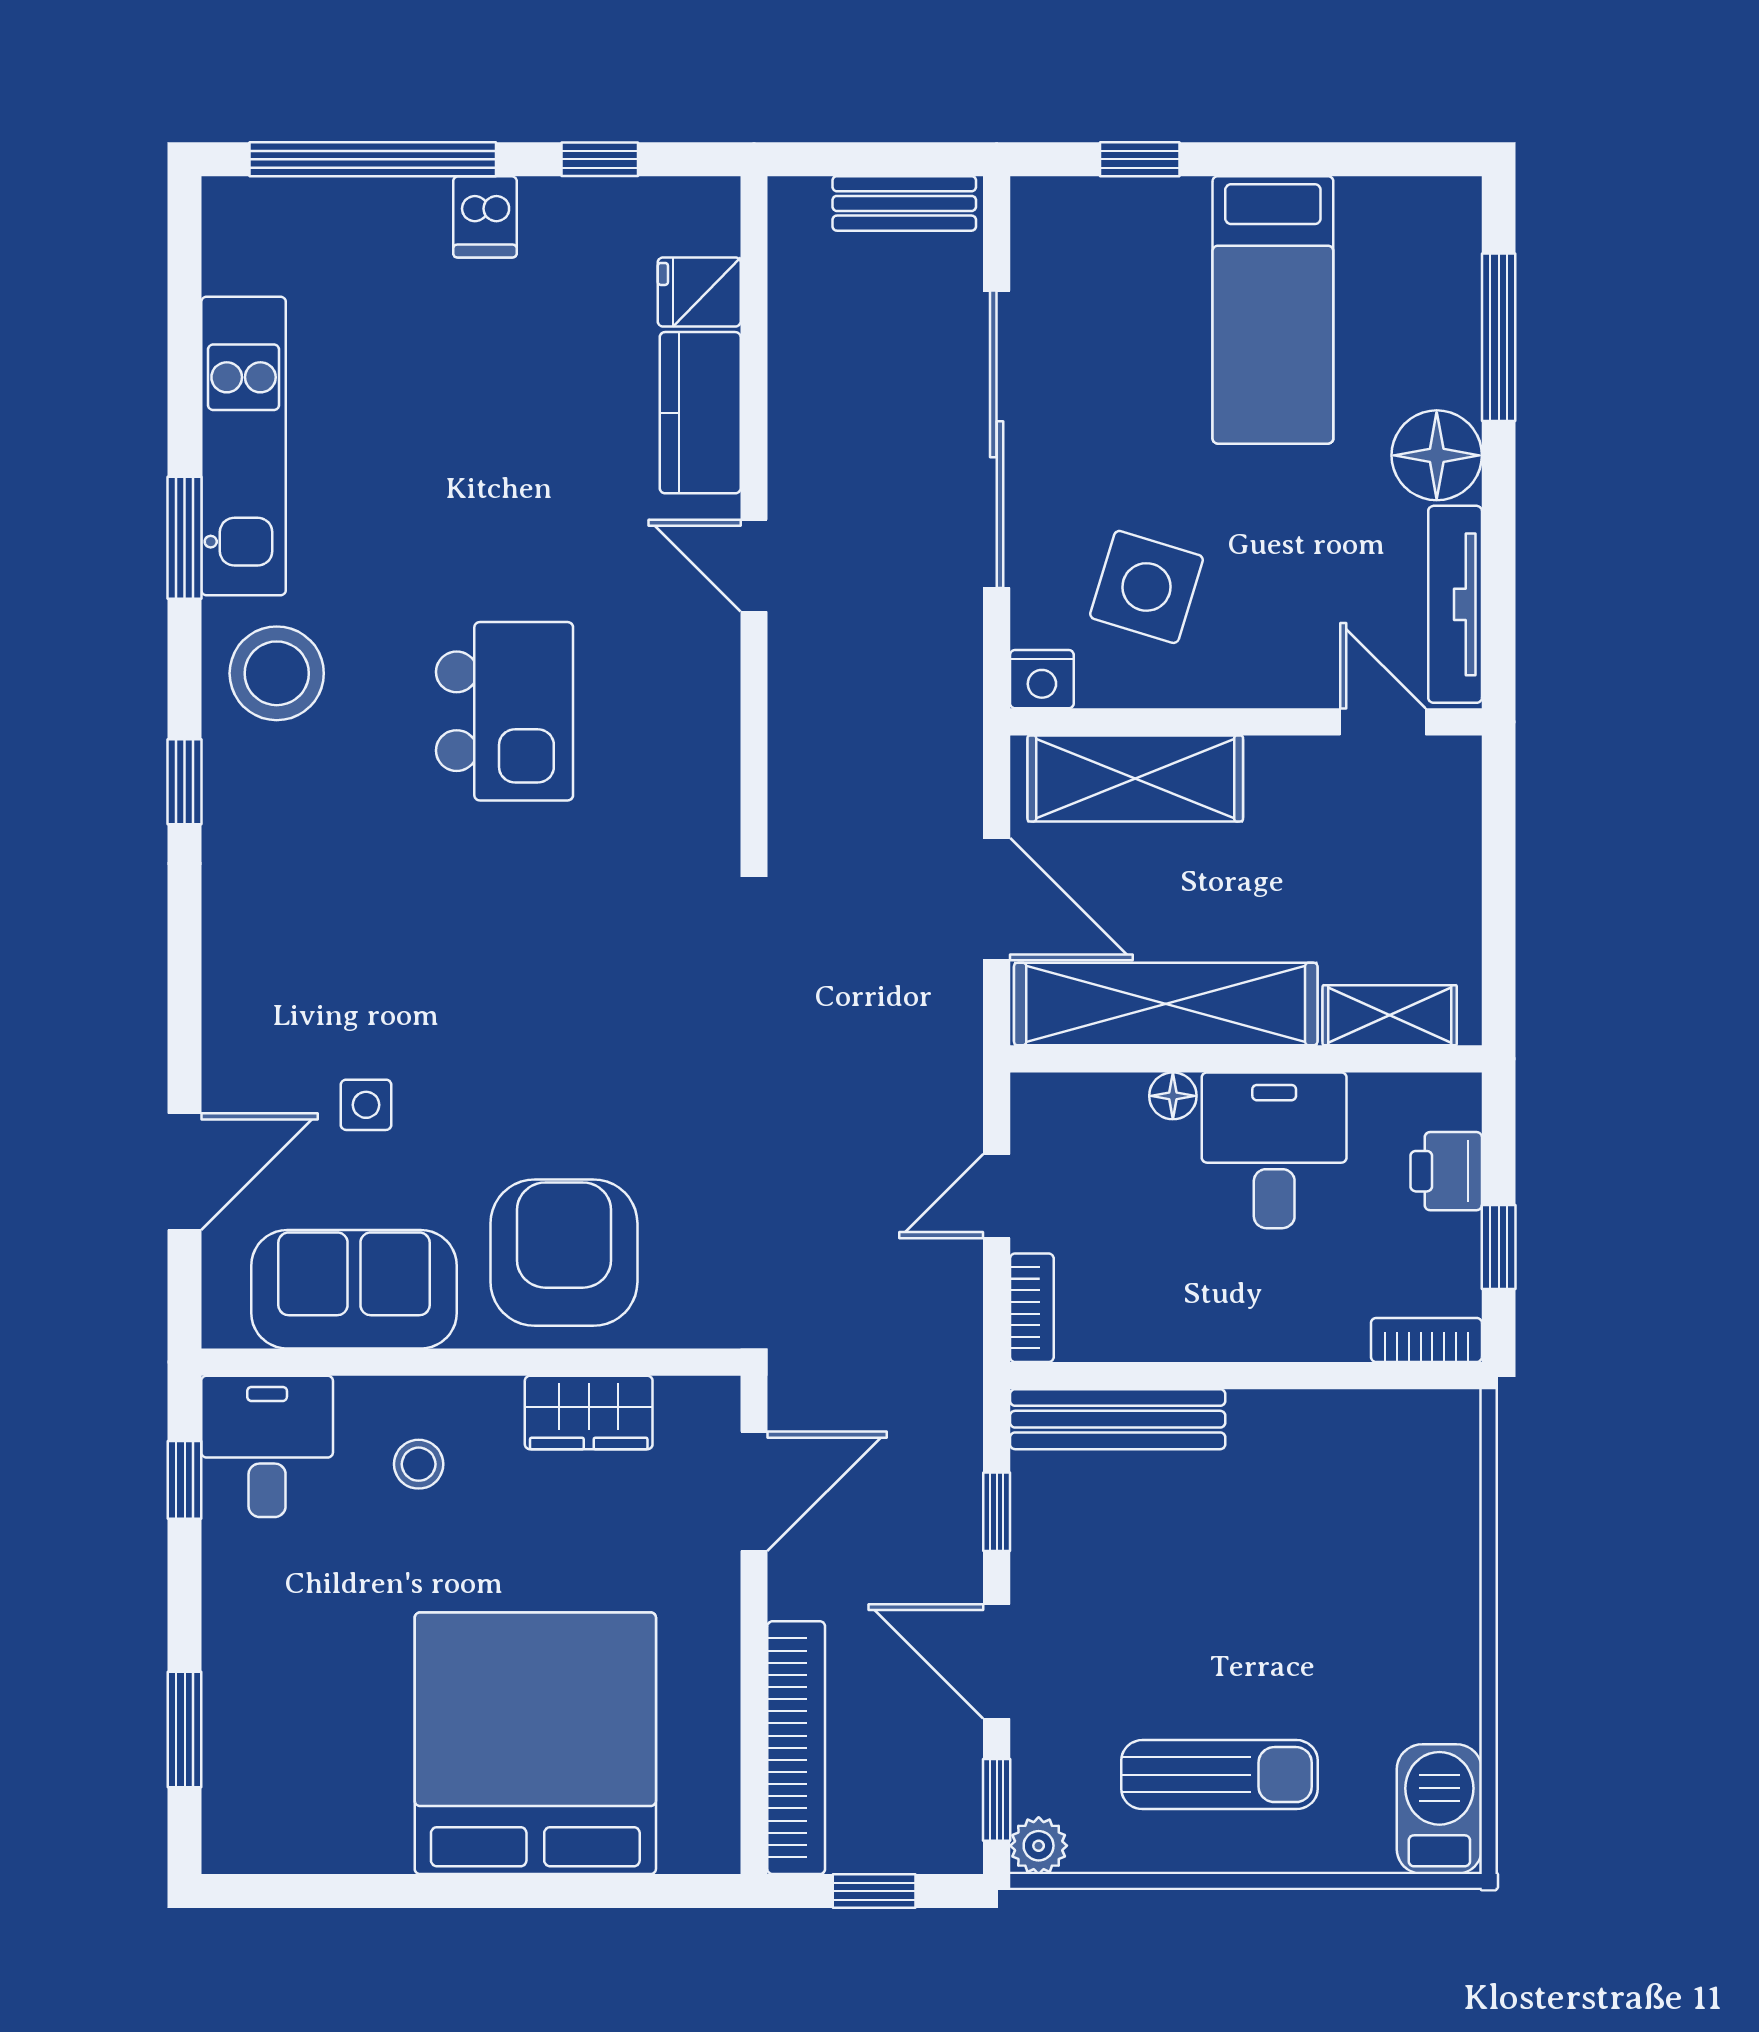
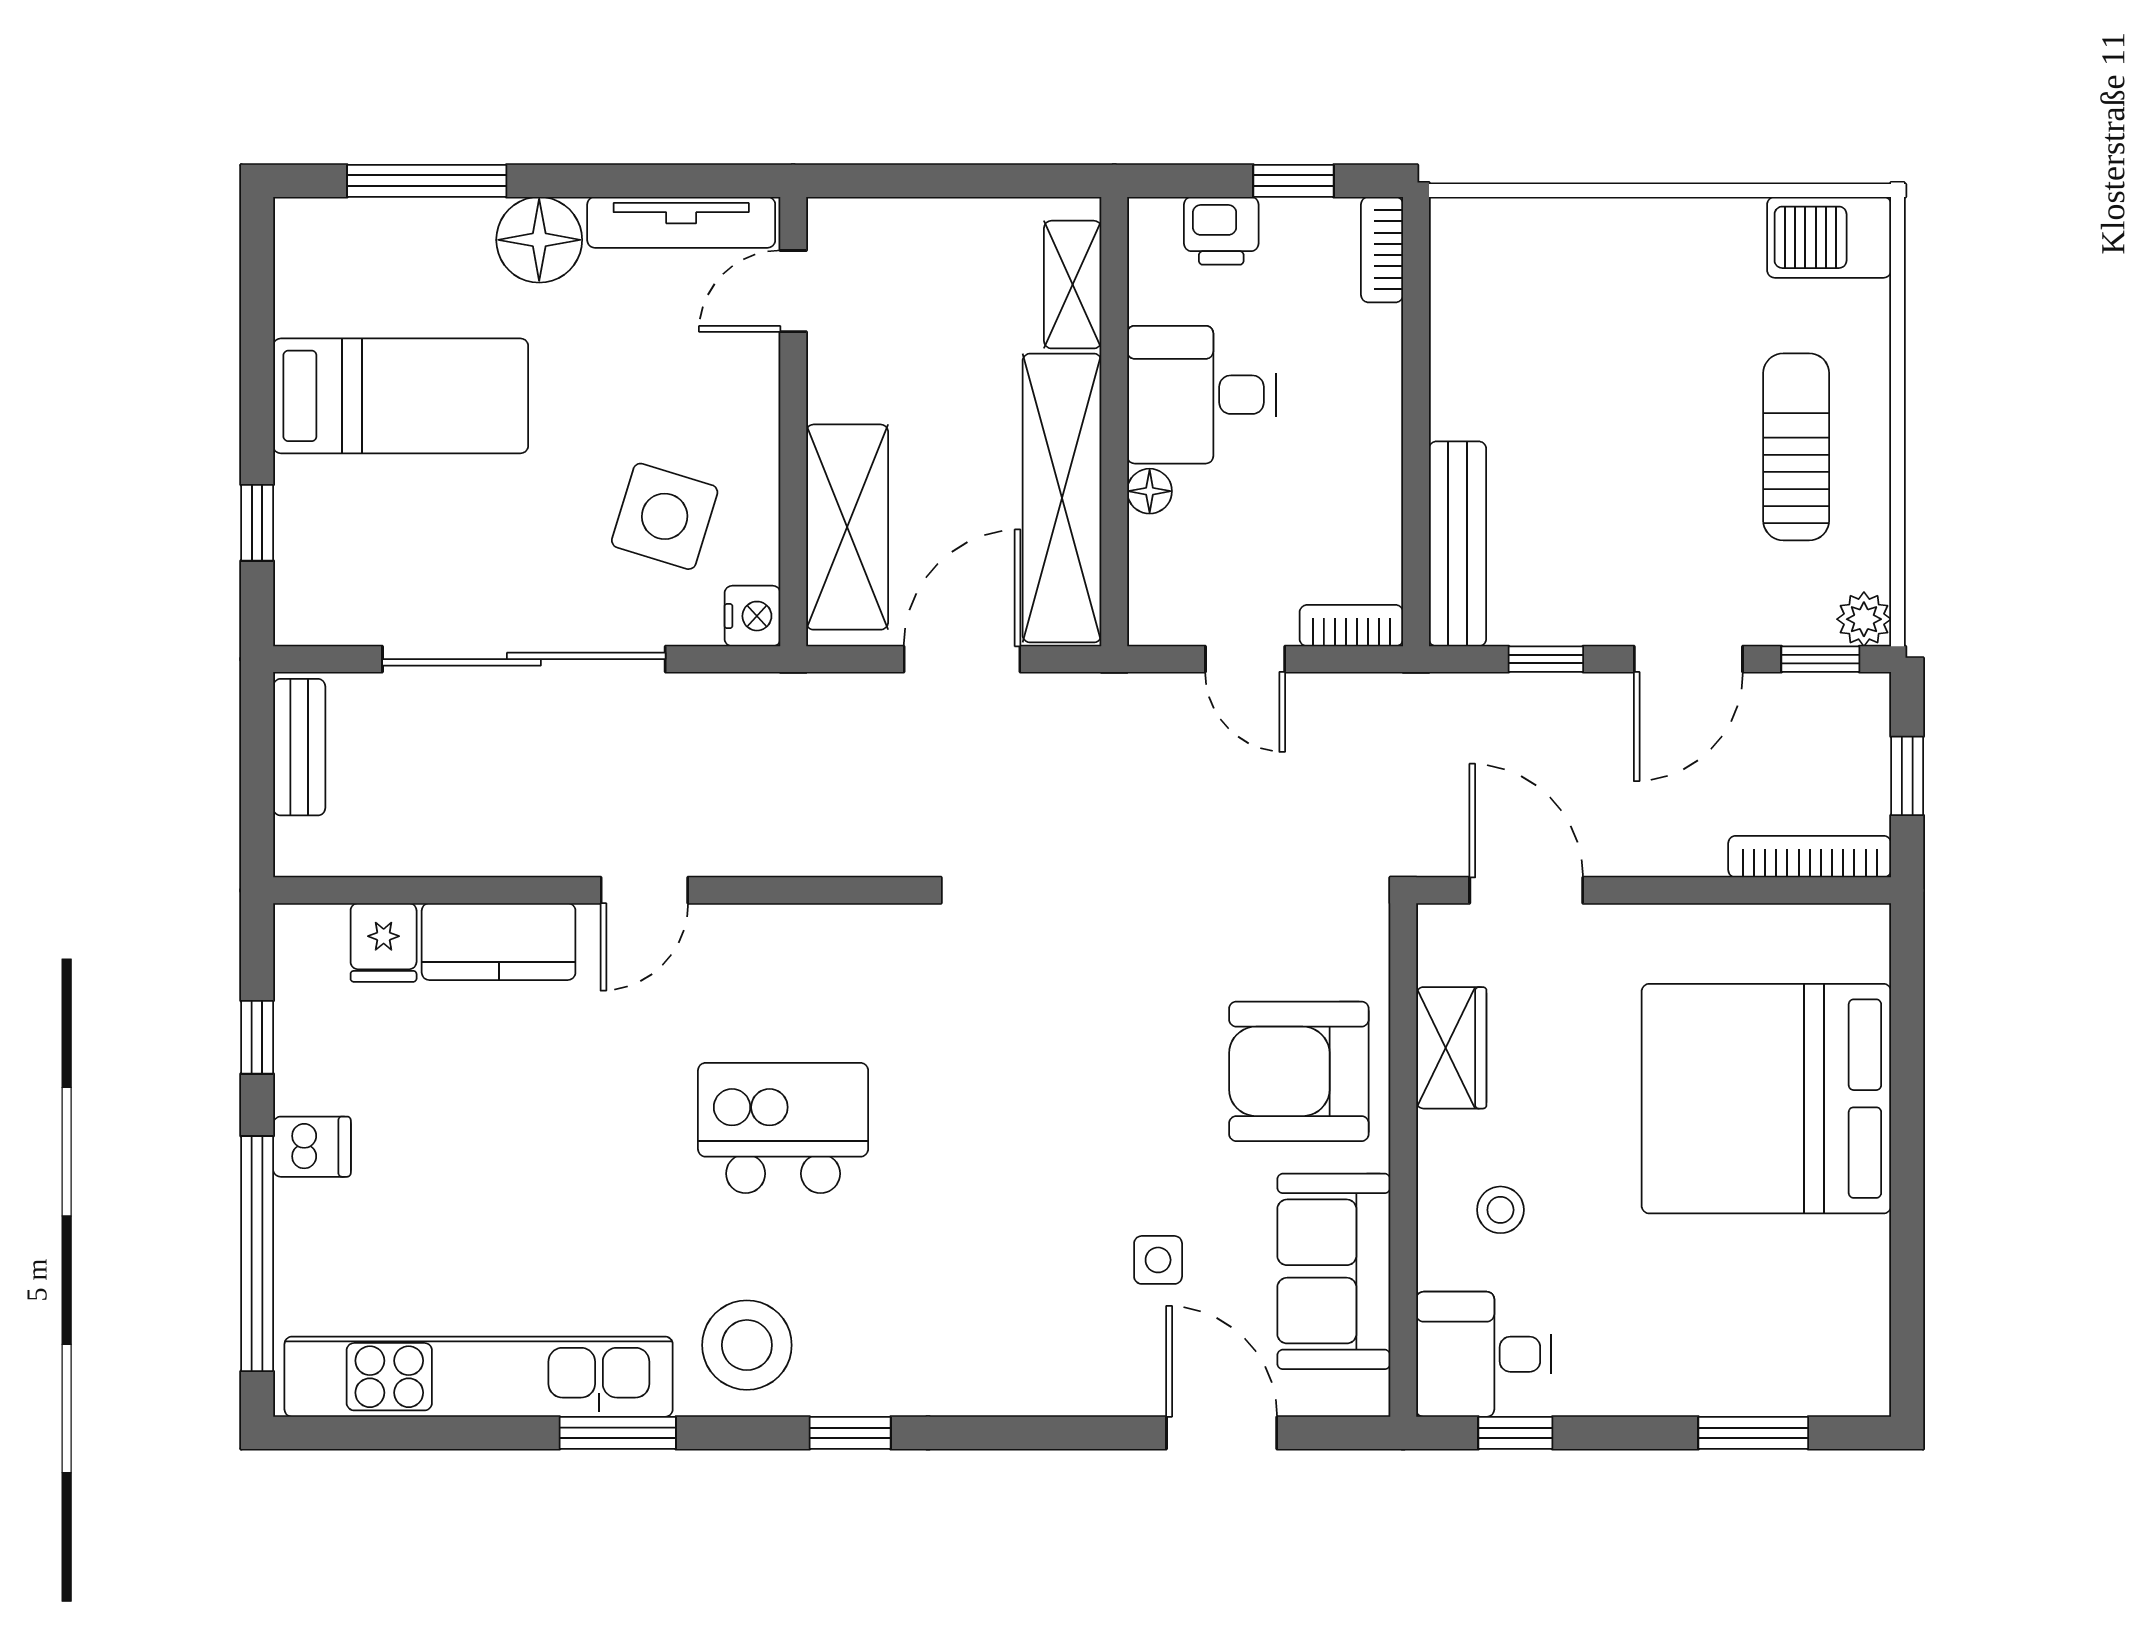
kitchen unit: (244, 446) -> (479, 1377), width x1.36
bookcase: (796, 1748) -> (1810, 857), width x0.68, depth x0.76

